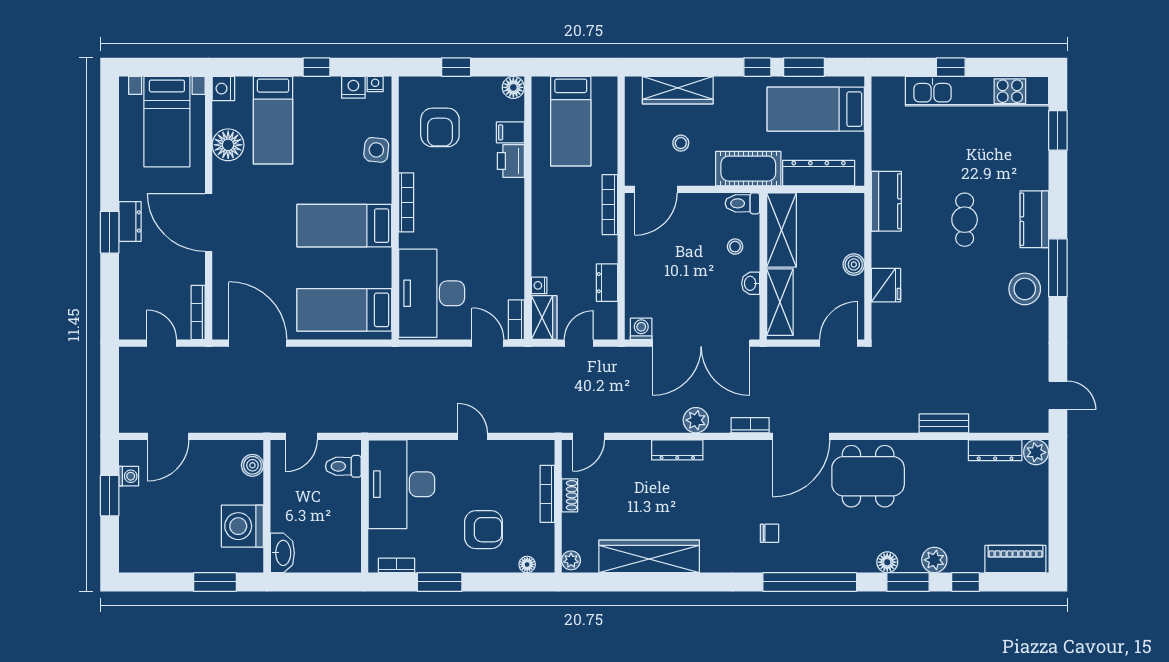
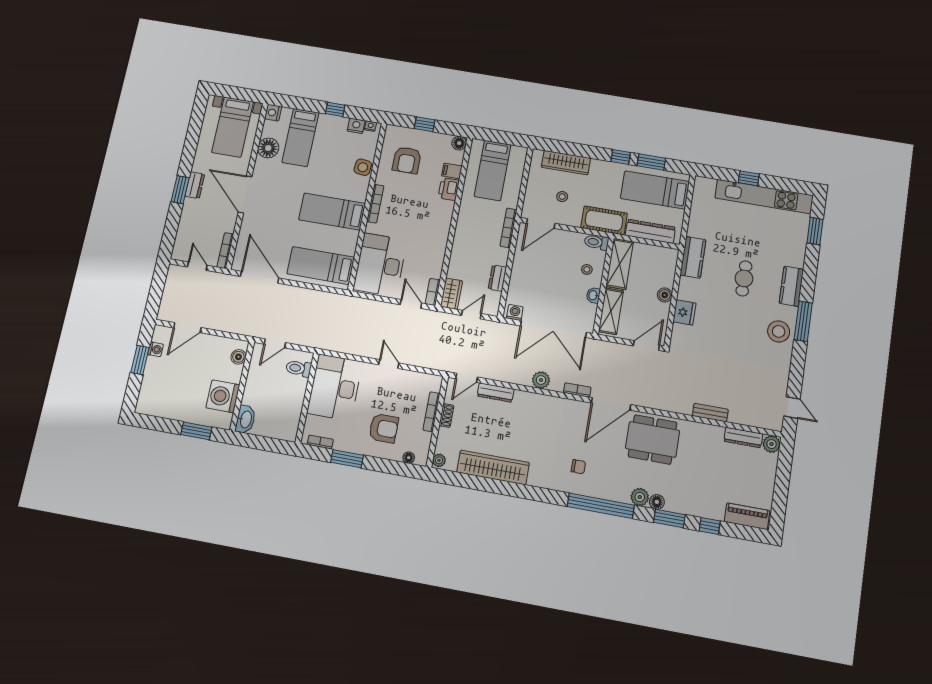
nightstand: (539, 285) -> (452, 272), removed
dresser: (677, 450) -> (496, 393), moved
plant: (934, 560) -> (640, 497), moved

